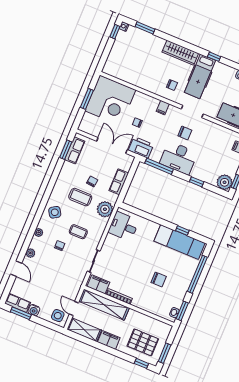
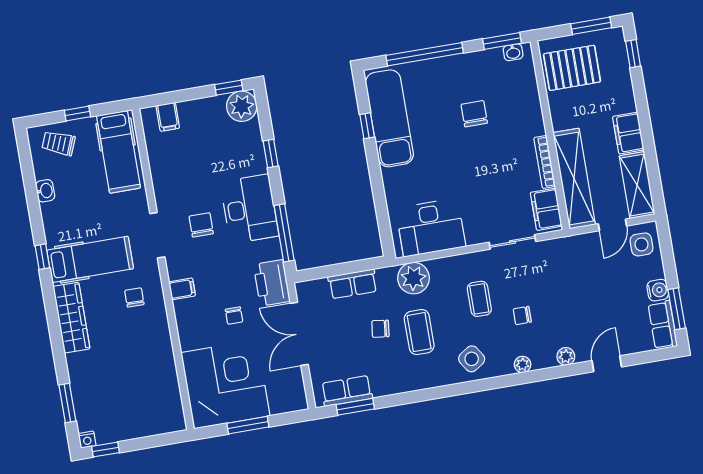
desk: (124, 226) -> (431, 227), width x1.37
pallet: (143, 342) -> (572, 68), moved, turned 90

